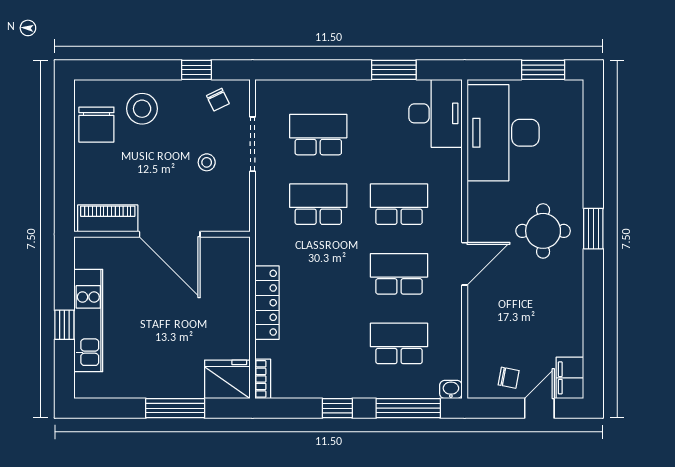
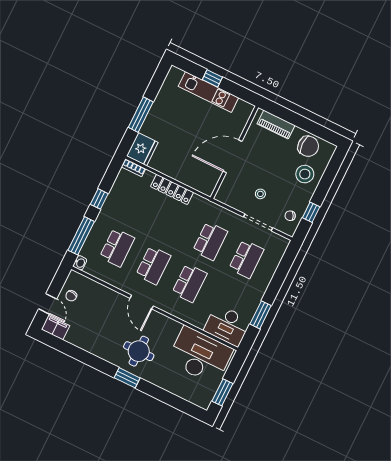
chair: (96, 125) -> (308, 146), turned 180
piano: (108, 218) -> (276, 125), moved, turned 90

